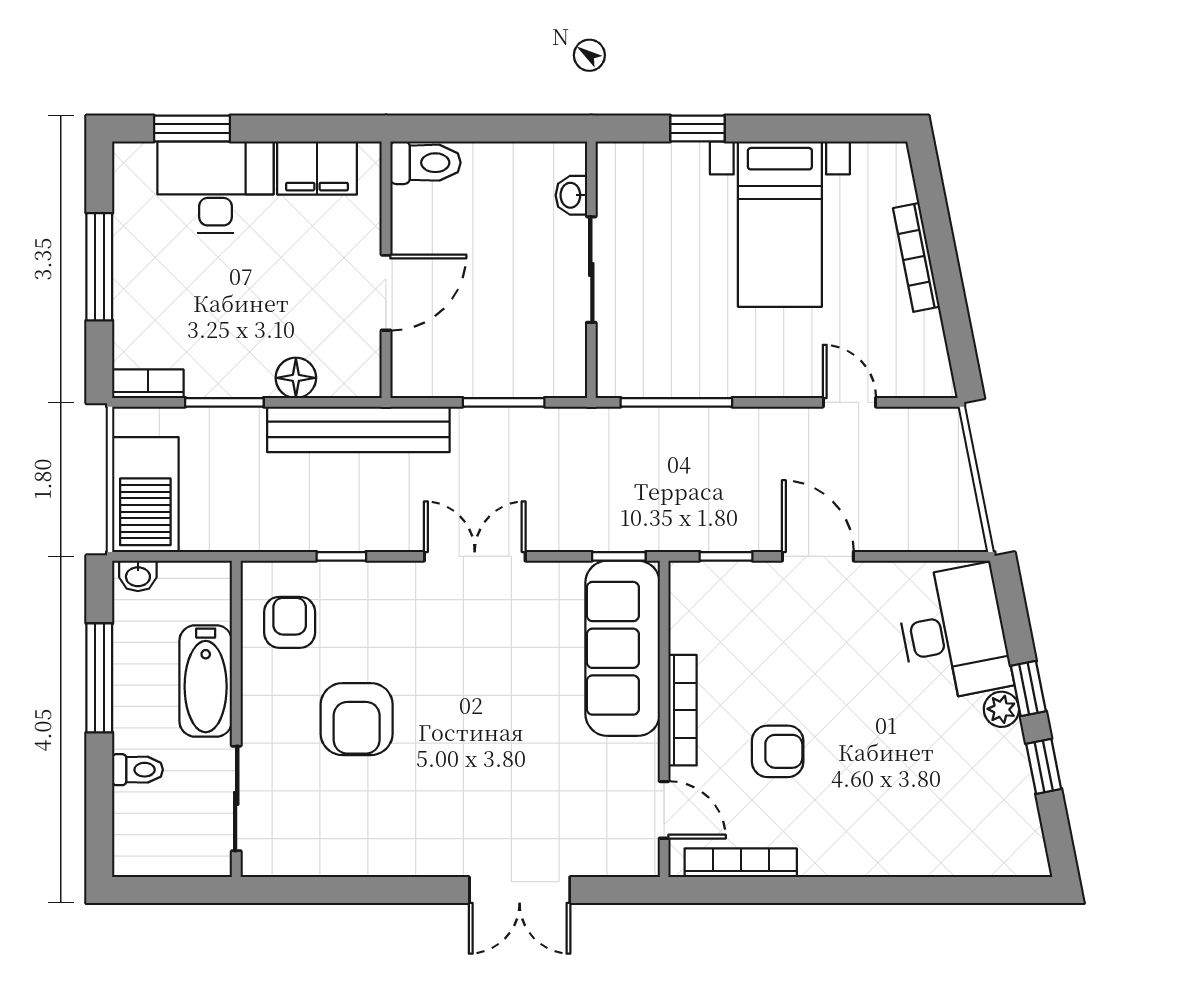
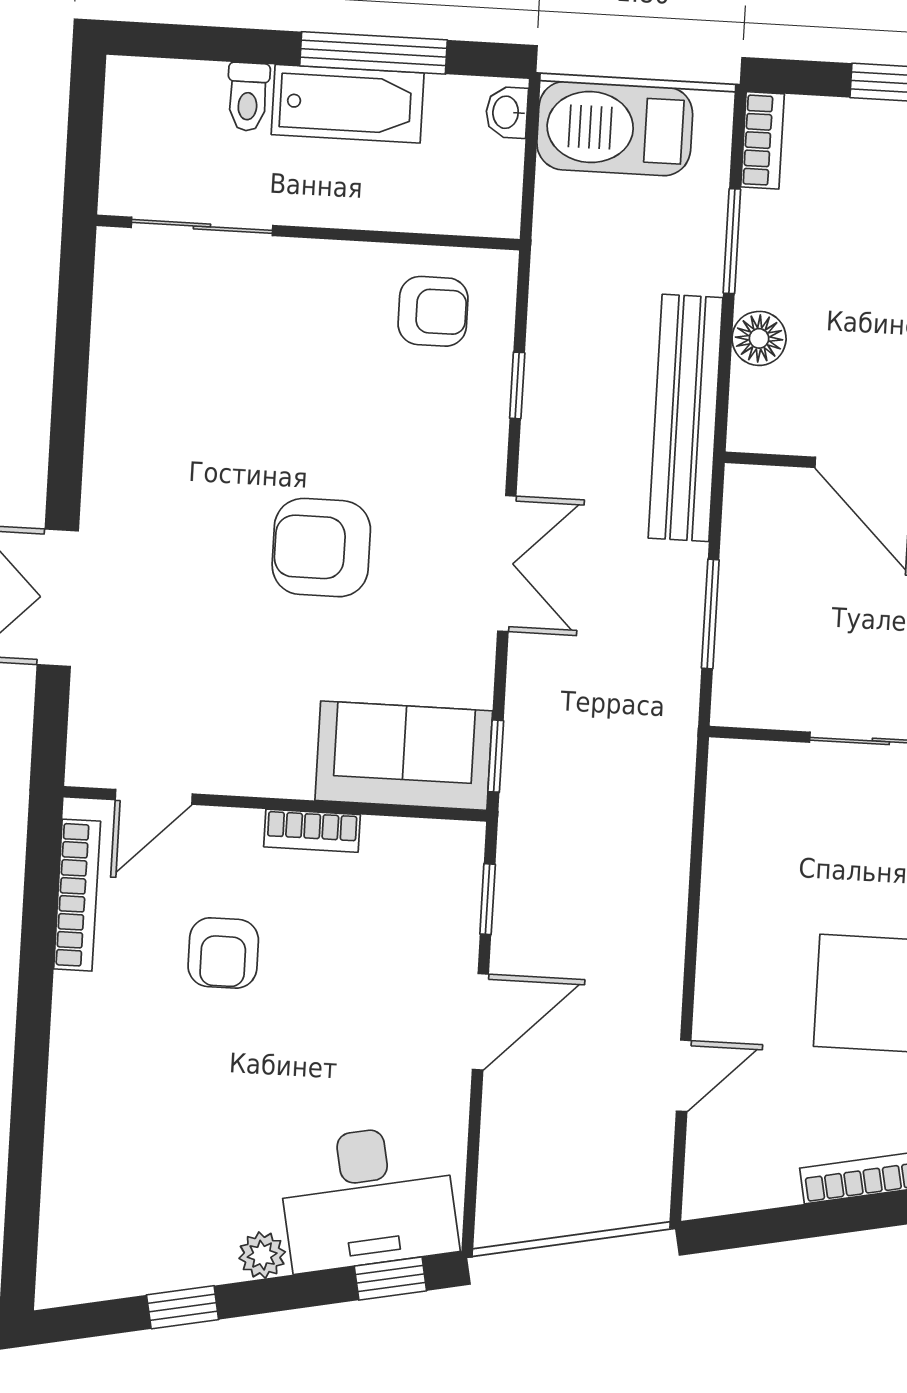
window: (676, 402) -> (697, 845), removed
sofa: (623, 648) -> (404, 756), width x0.73
bathtub: (206, 681) -> (348, 104), moved, turned 180
window: (1028, 689) -> (390, 1278), moved
bookcase: (682, 710) -> (312, 831), width x0.64
armchair: (357, 719) -> (321, 548), moved

